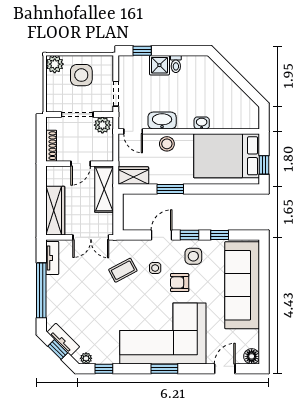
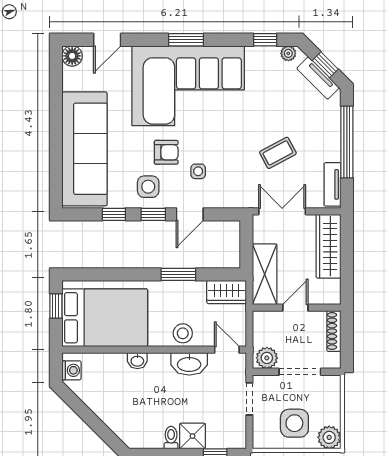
washing machine: (252, 116) -> (71, 370), added
coffee table: (123, 270) -> (278, 153), moved

